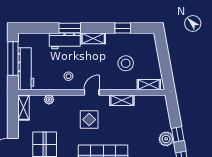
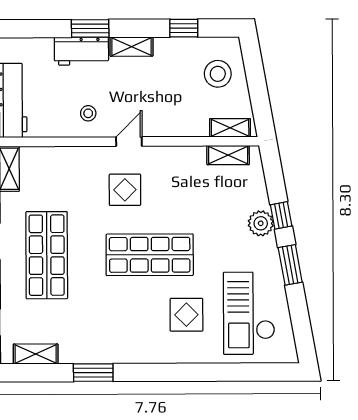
stool: (126, 63) -> (218, 74), moved
plant: (49, 100) -> (54, 155), removed
shelving: (122, 100) -> (228, 155), moved

